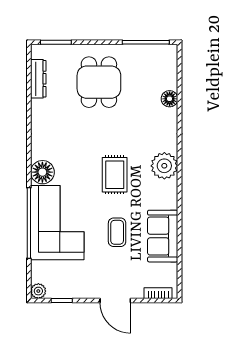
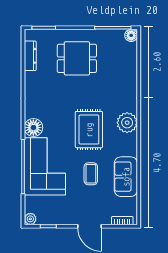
dining table: (99, 82) -> (77, 58), turned 90
floor lamp: (170, 99) -> (131, 35), moved
rug: (115, 175) -> (89, 130), width x1.36, depth x1.43

